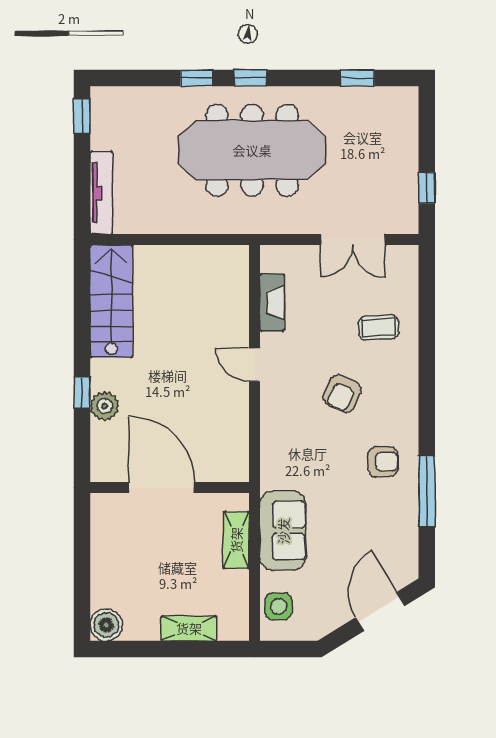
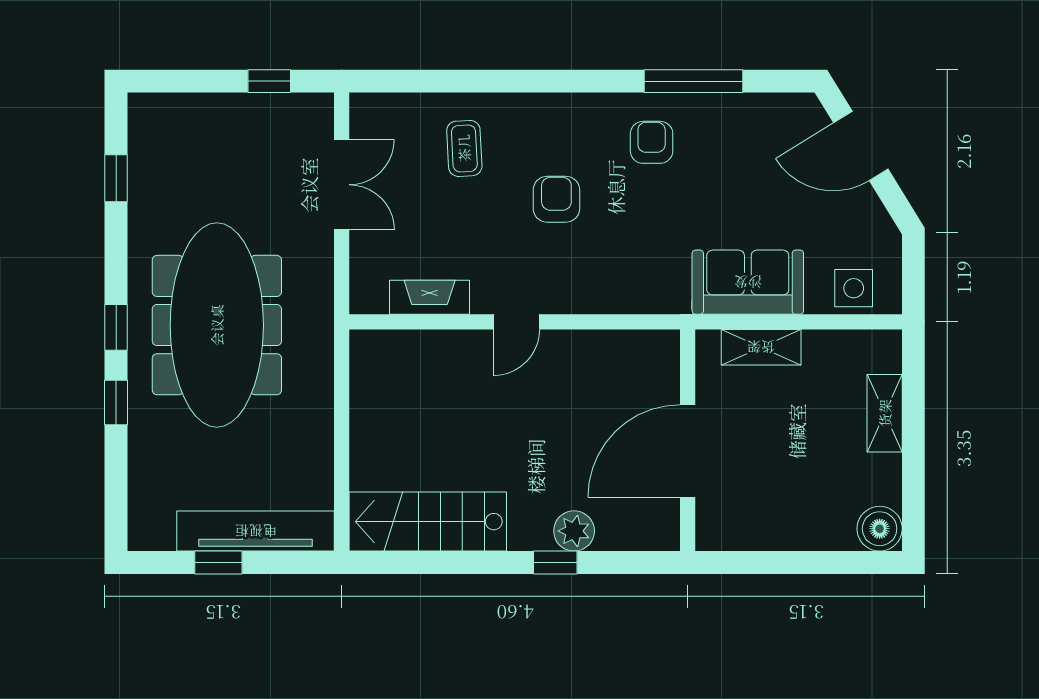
window: (82, 116) -> (218, 563), moved
tv unit: (101, 193) -> (256, 531), width x1.36, depth x1.29
armchair: (342, 393) -> (556, 199), turned -115

